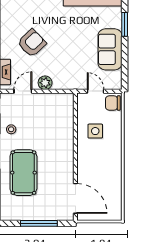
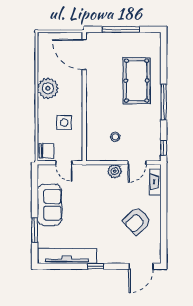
armchair: (32, 43) -> (137, 221), moved
stool: (11, 129) -> (115, 137), moved
plant: (111, 165) -> (48, 88), added

